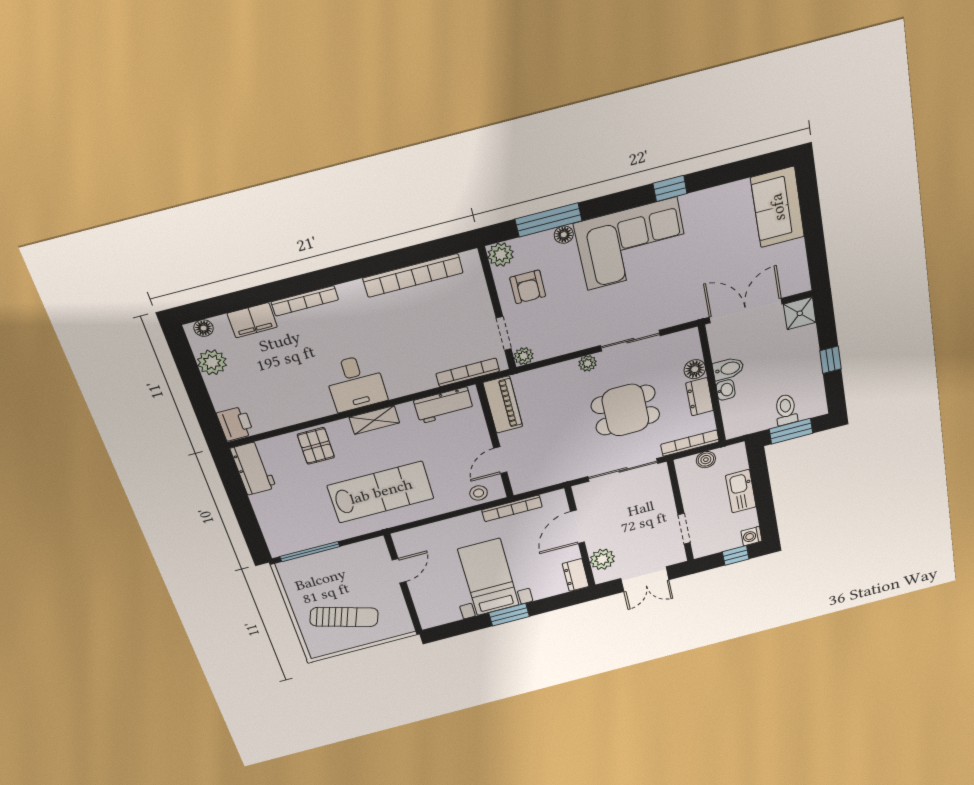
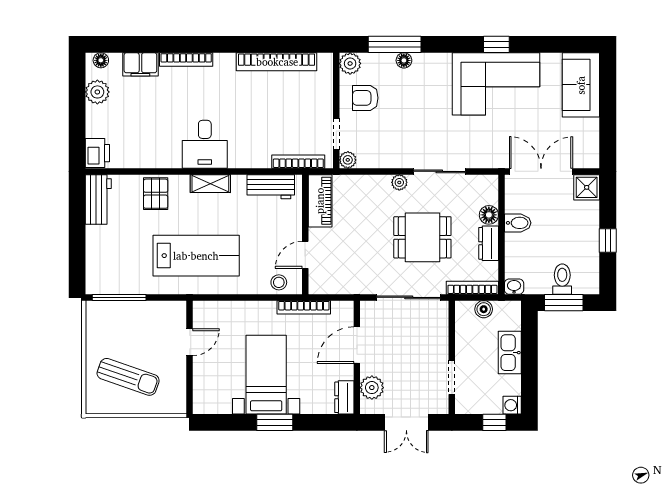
corner sofa: (632, 244) -> (496, 84), moved
armchair: (528, 287) -> (365, 98), turned 90
washbasin: (726, 390) -> (514, 287), moved, turned -90

